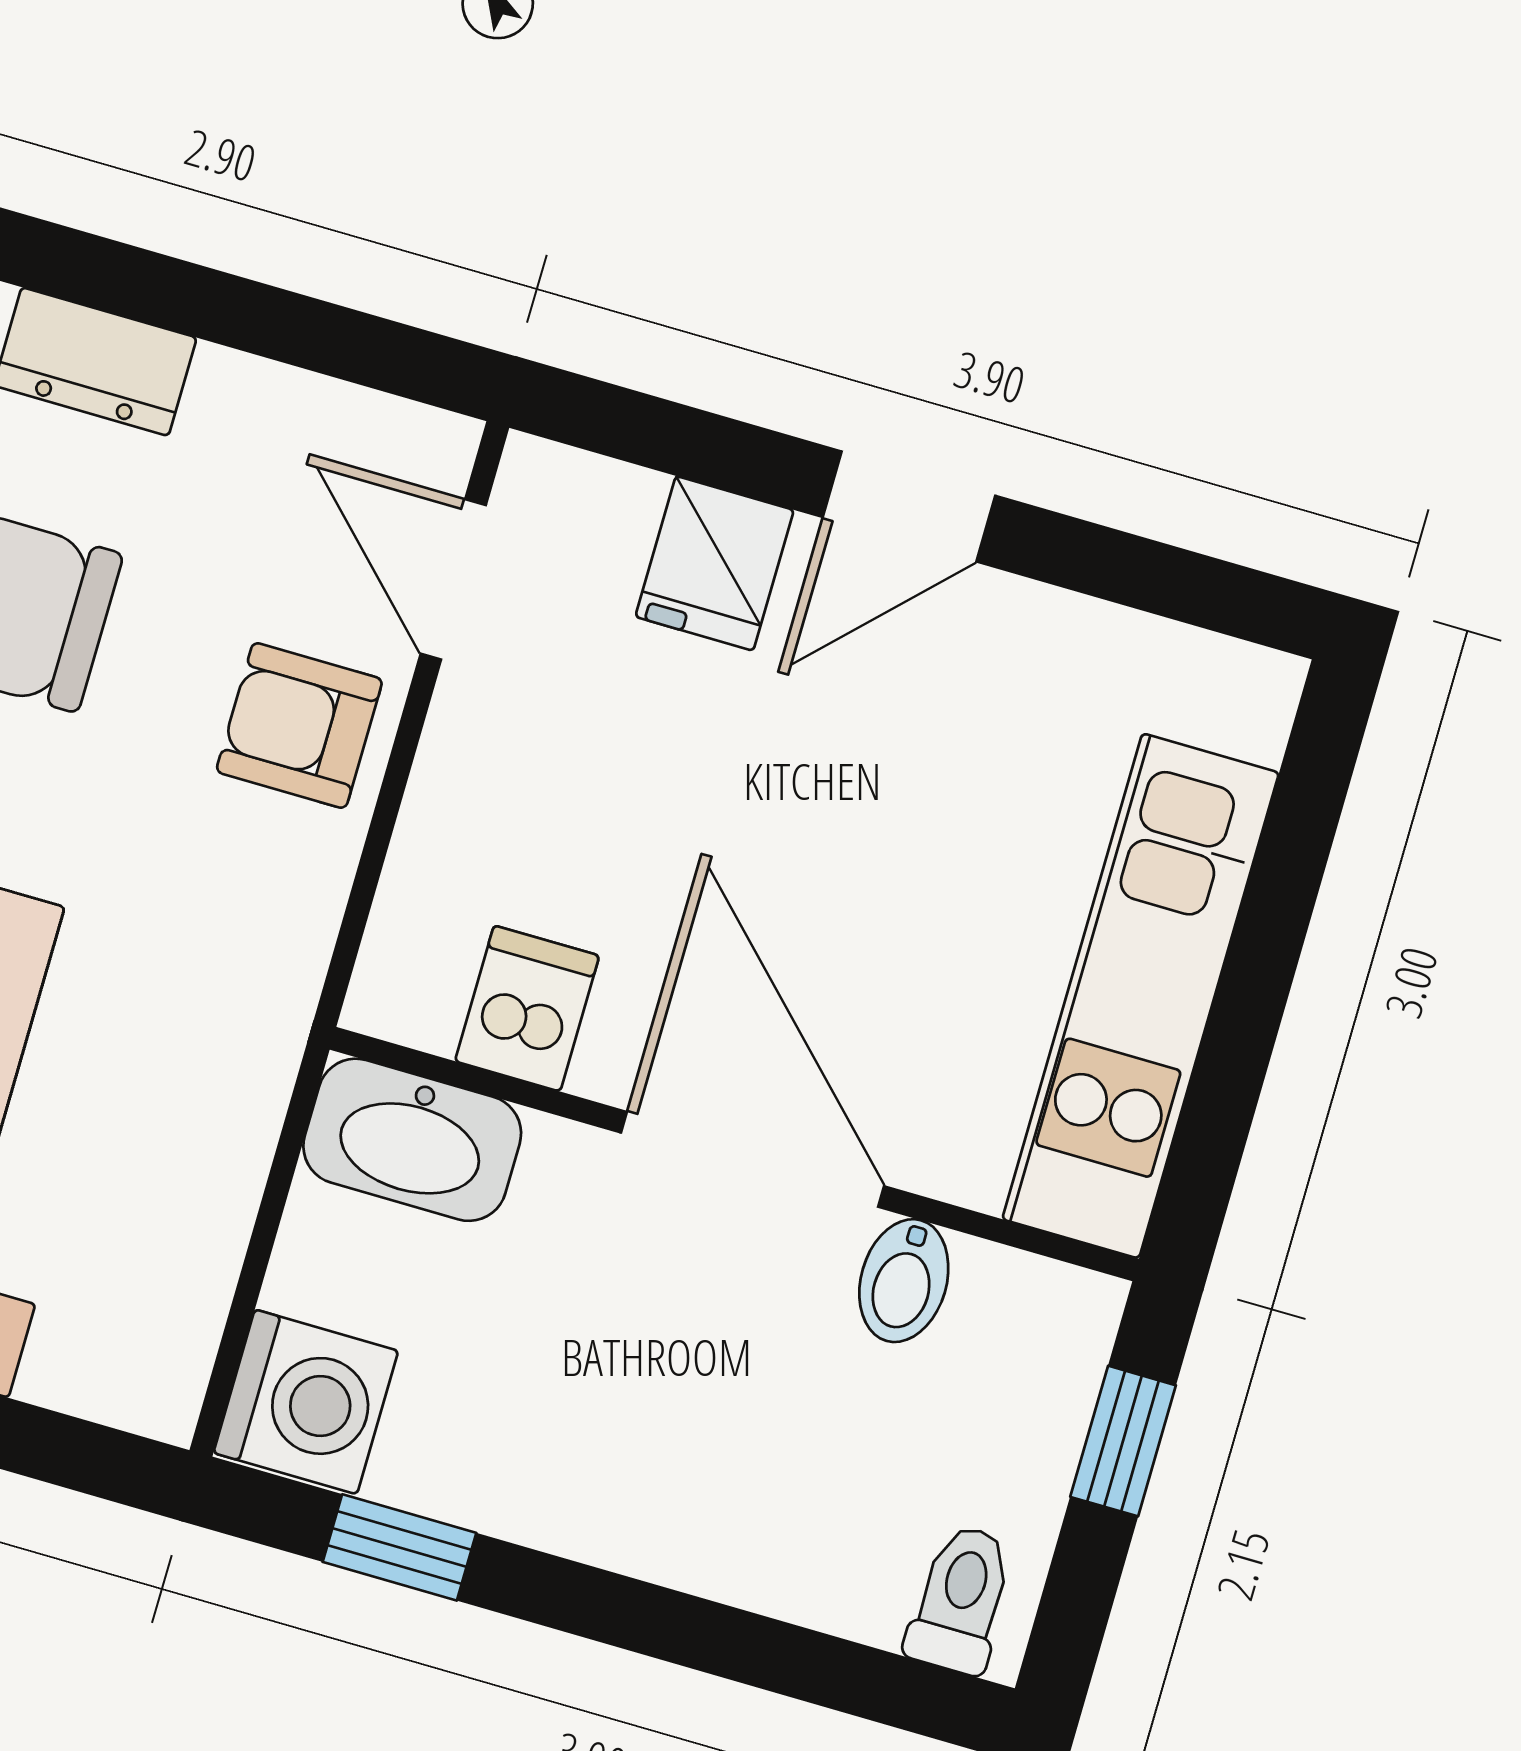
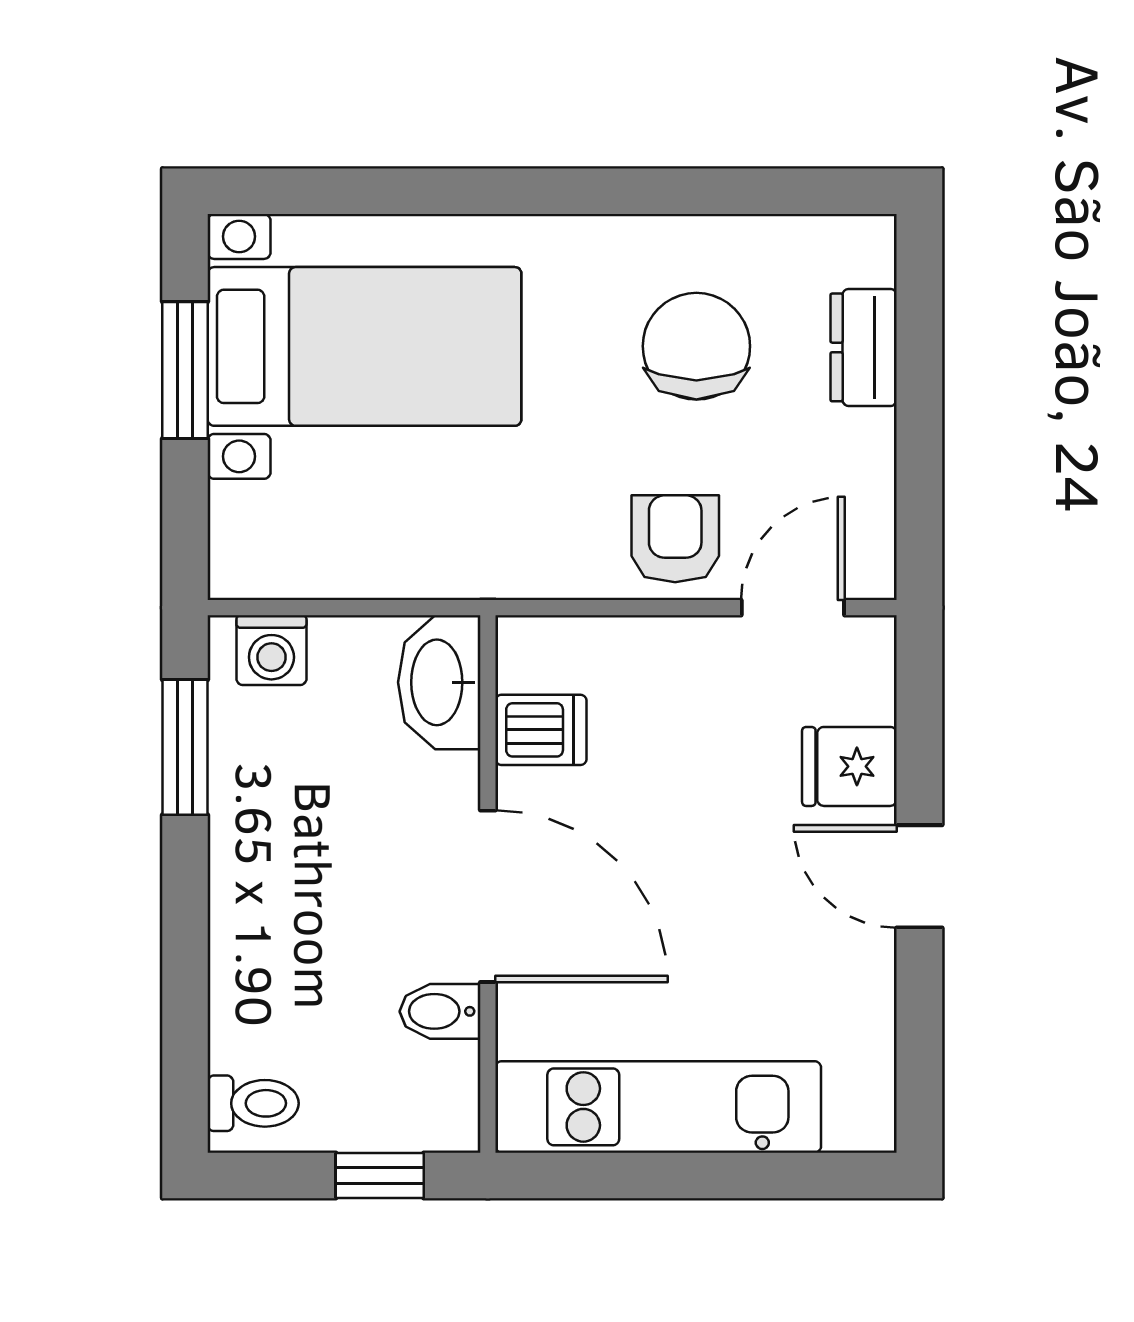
door: (753, 1159) -> (488, 896), hinge flipped
washing machine: (306, 1402) -> (271, 650), width x0.73, depth x0.73
window: (399, 1547) -> (185, 747), width x1.50

